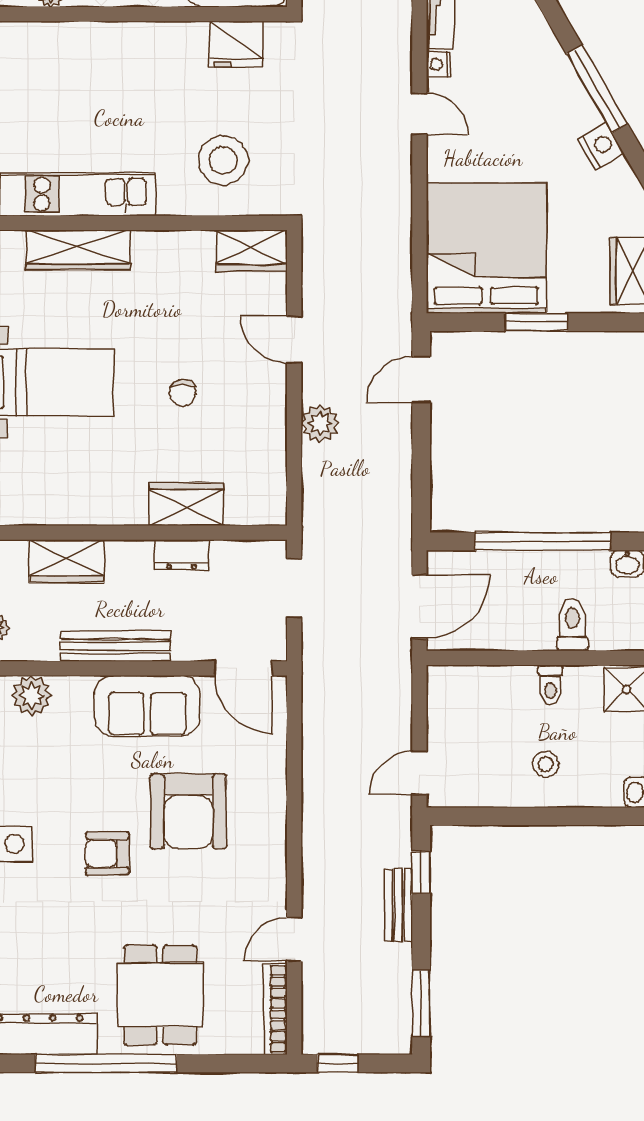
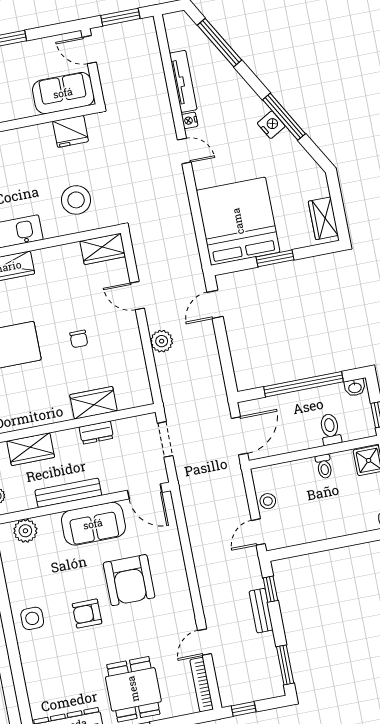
nightstand: (601, 146) -> (271, 125), moved
stool: (546, 764) -> (268, 501), moved

